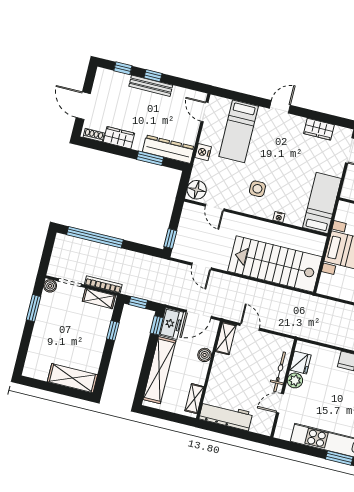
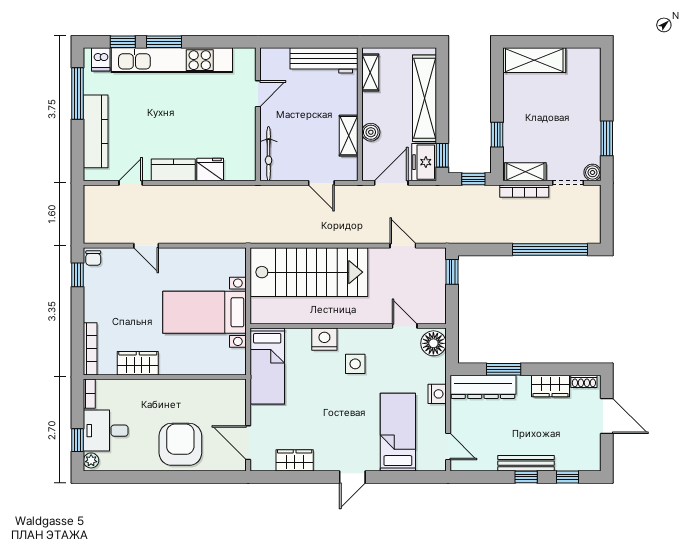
nightstand: (279, 217) -> (324, 339), width x1.89, depth x1.79
shelving: (226, 338) -> (349, 136), moved
fridge: (300, 363) -> (210, 170), moved, turned 90
bicycle: (280, 372) -> (269, 154), moved
plant: (295, 380) -> (246, 128), removed

